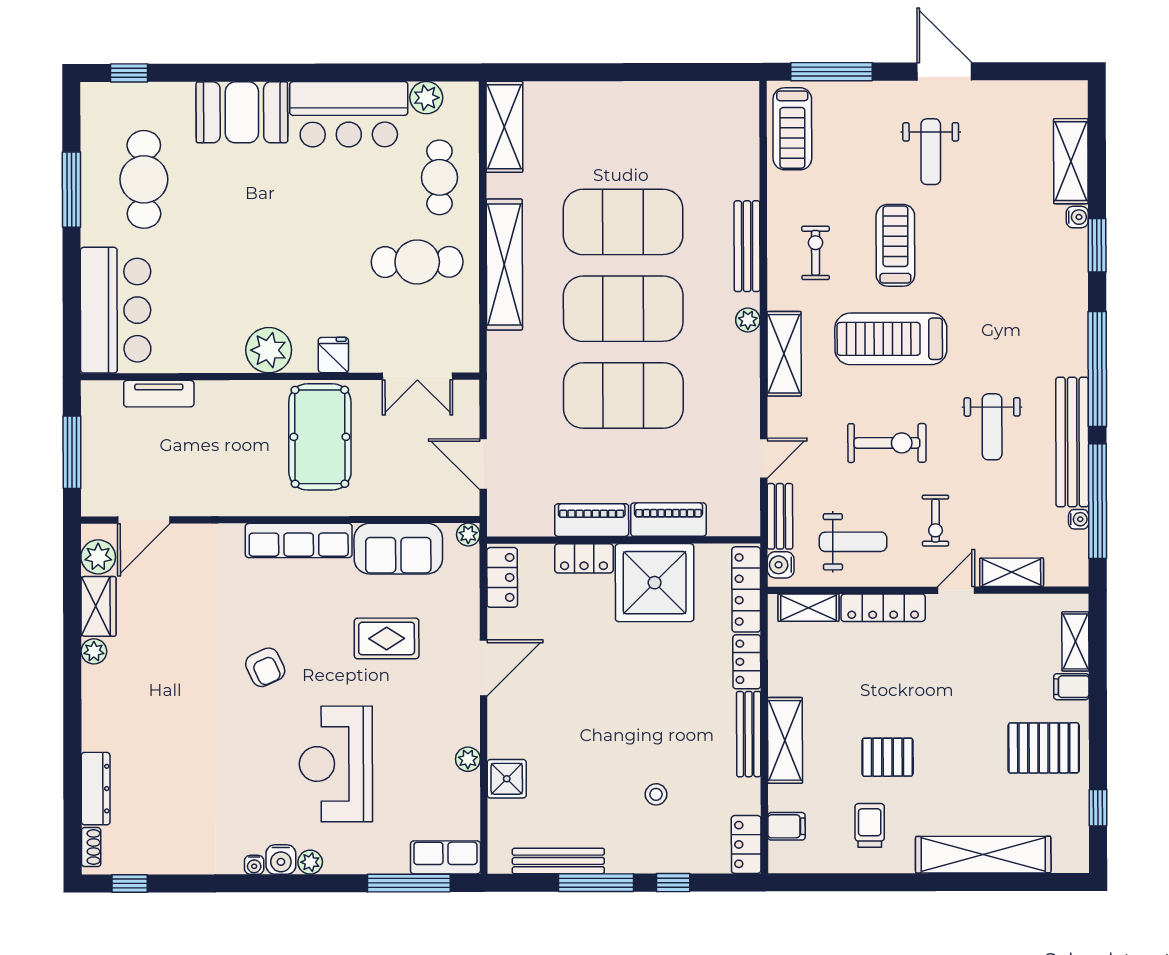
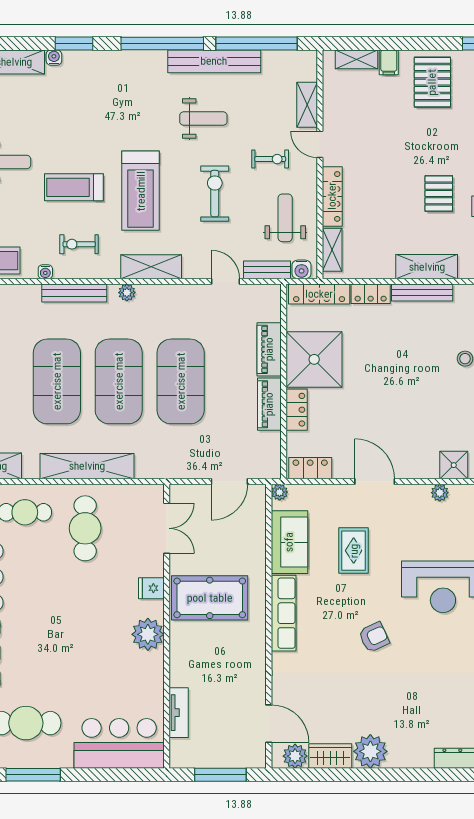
water cooler: (1079, 519) -> (45, 272), moved, turned 180
plant: (94, 651) -> (370, 751), width x1.88, depth x1.88

